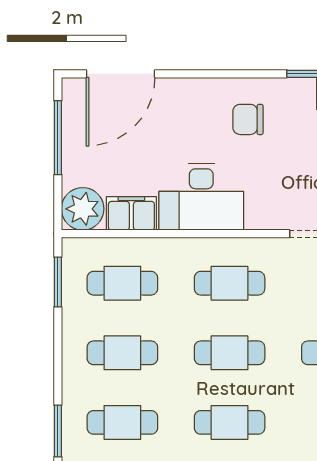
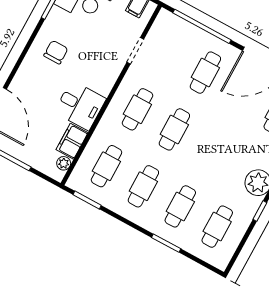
chair: (248, 119) -> (56, 52), turned 180
desk: (201, 197) -> (80, 105), width x0.73
plant: (83, 209) -> (64, 163), width x0.53, depth x0.53
cafe table: (230, 422) -> (211, 150), removed

